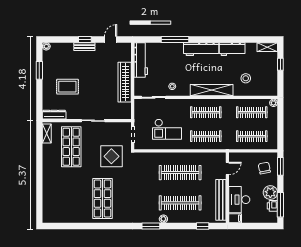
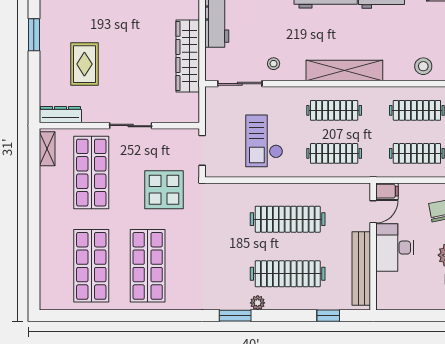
stool: (246, 78) -> (423, 66), moved
rug: (67, 87) -> (84, 64), turned 90
checkout: (167, 129) -> (264, 141), turned 90
shop shelf: (71, 198) -> (91, 266), added
desk: (239, 200) -> (395, 248), moved
filing cabinet: (235, 218) -> (387, 191), moved

